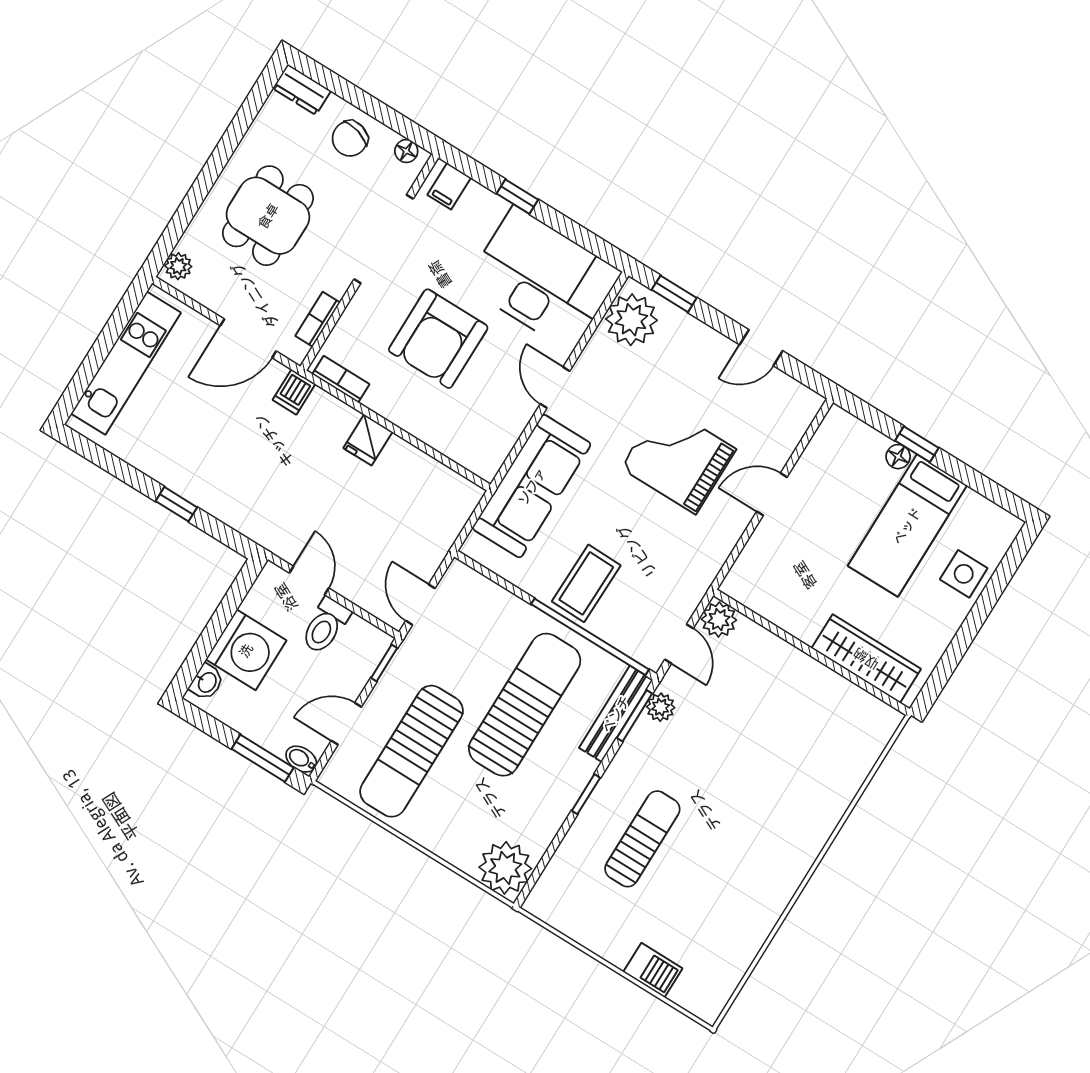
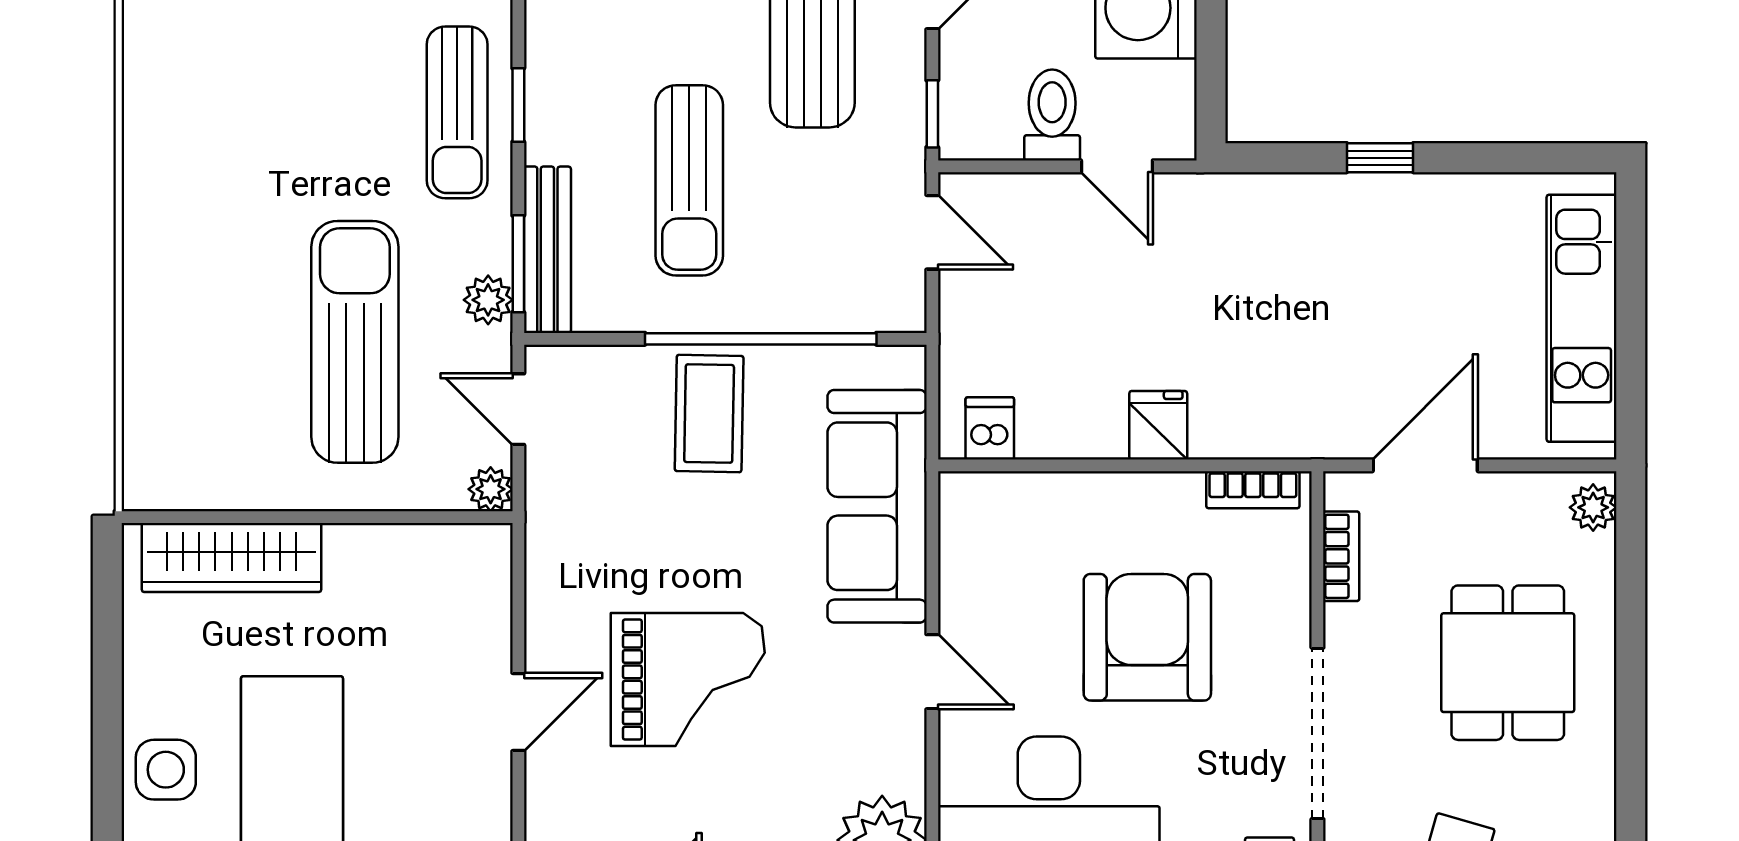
dishwasher: (294, 392) -> (990, 428), moved
plant: (719, 620) -> (491, 489), width x0.73, depth x0.73
window: (590, 637) -> (761, 339), moved
sun lounger: (525, 705) -> (689, 180), width x0.73, depth x0.75
sun lounger: (739, 727) -> (355, 342), added
sun lounger: (642, 839) -> (457, 112), moved

